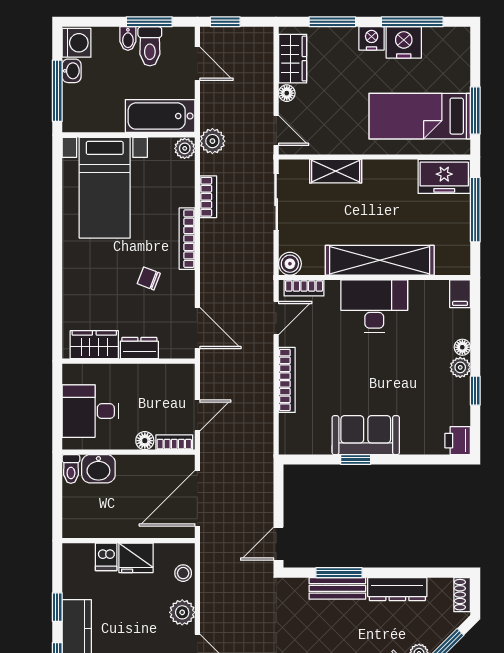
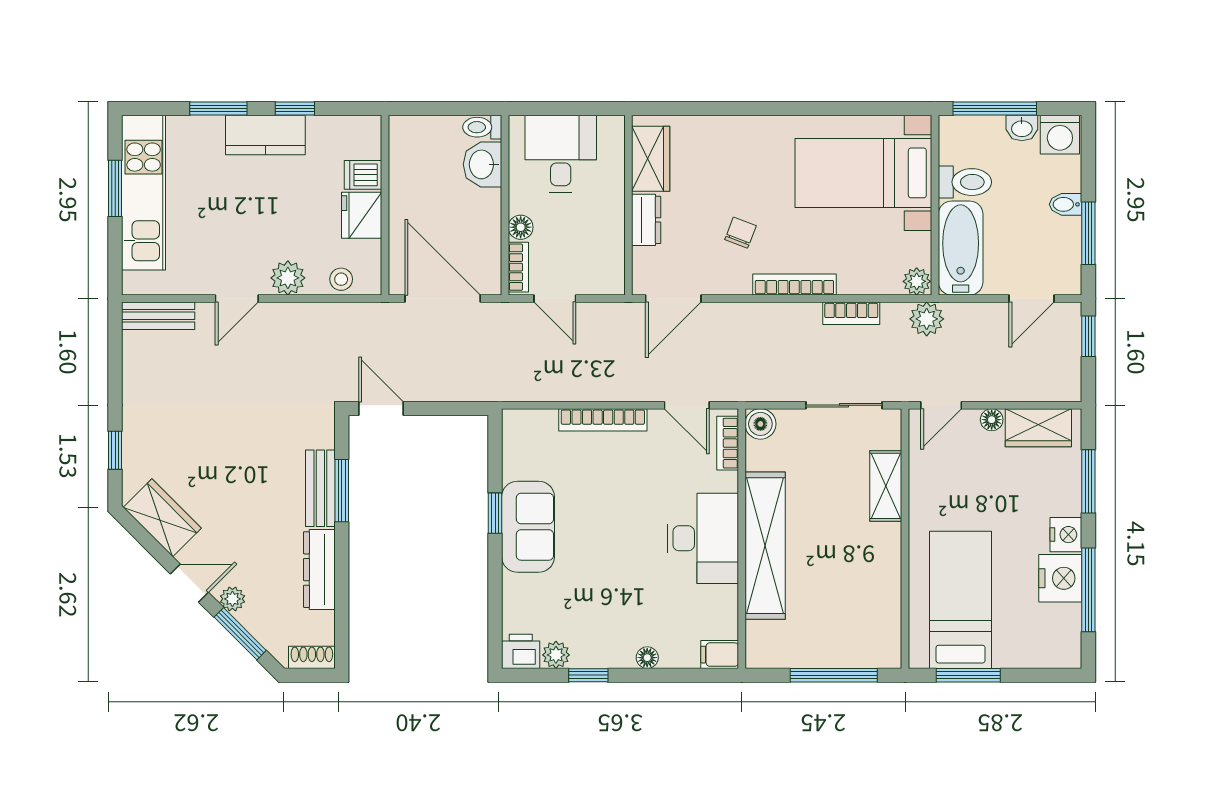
toilet: (150, 46) -> (965, 182), moved, turned 180
freezer: (444, 176) -> (879, 633), removed
plant: (460, 367) -> (556, 655), moved

